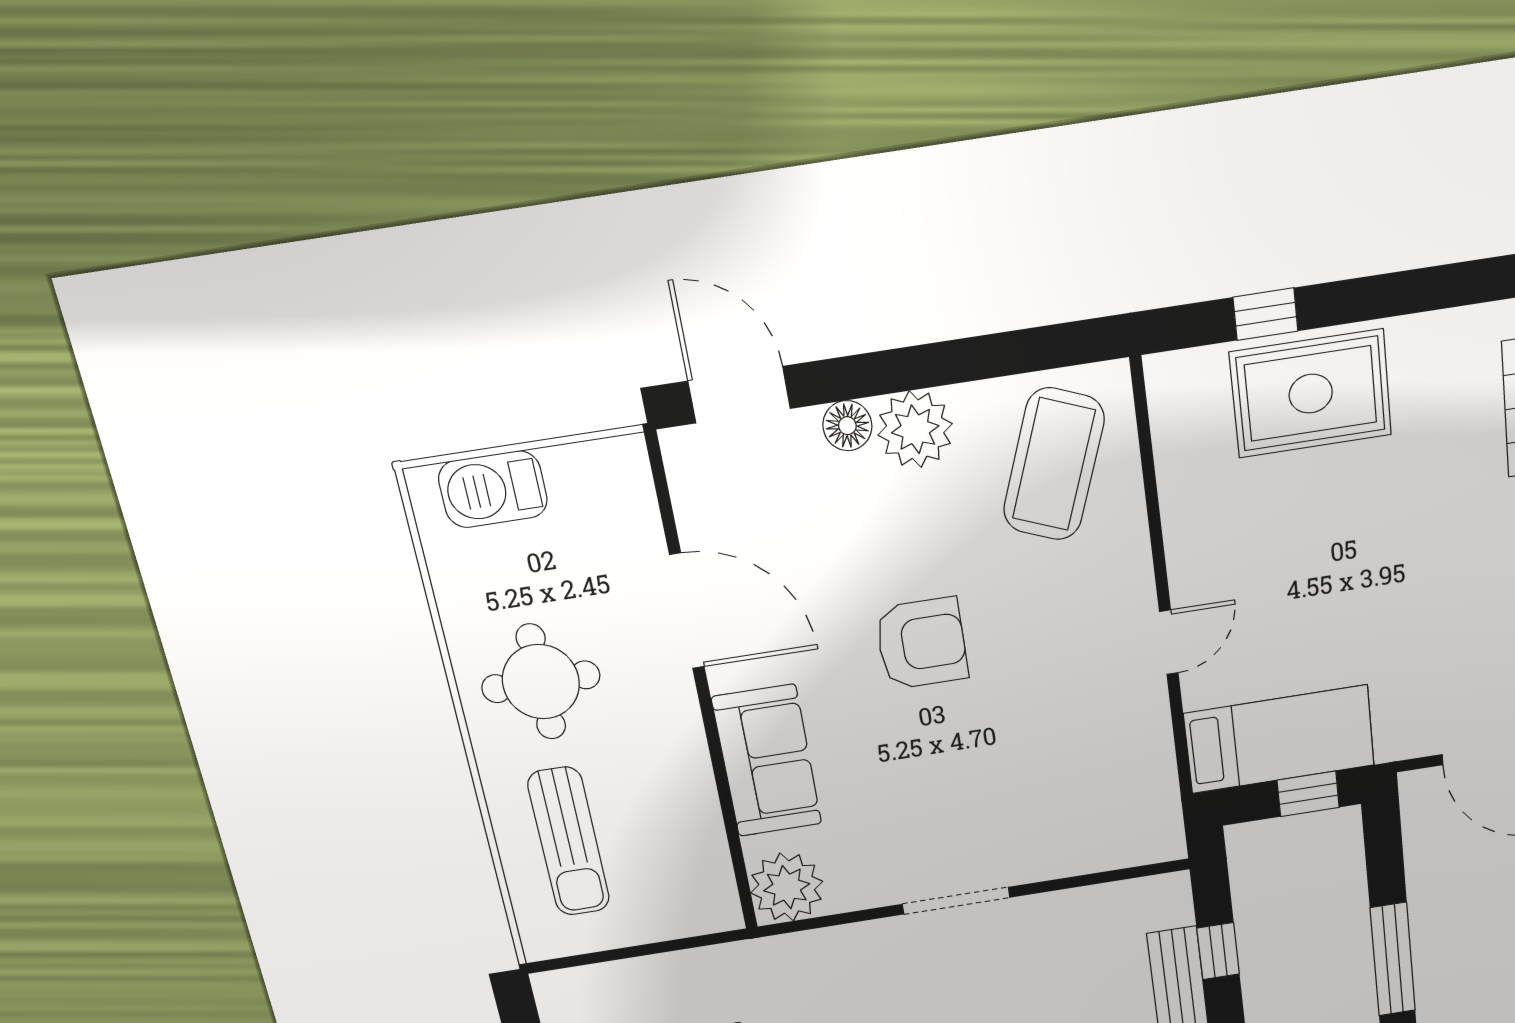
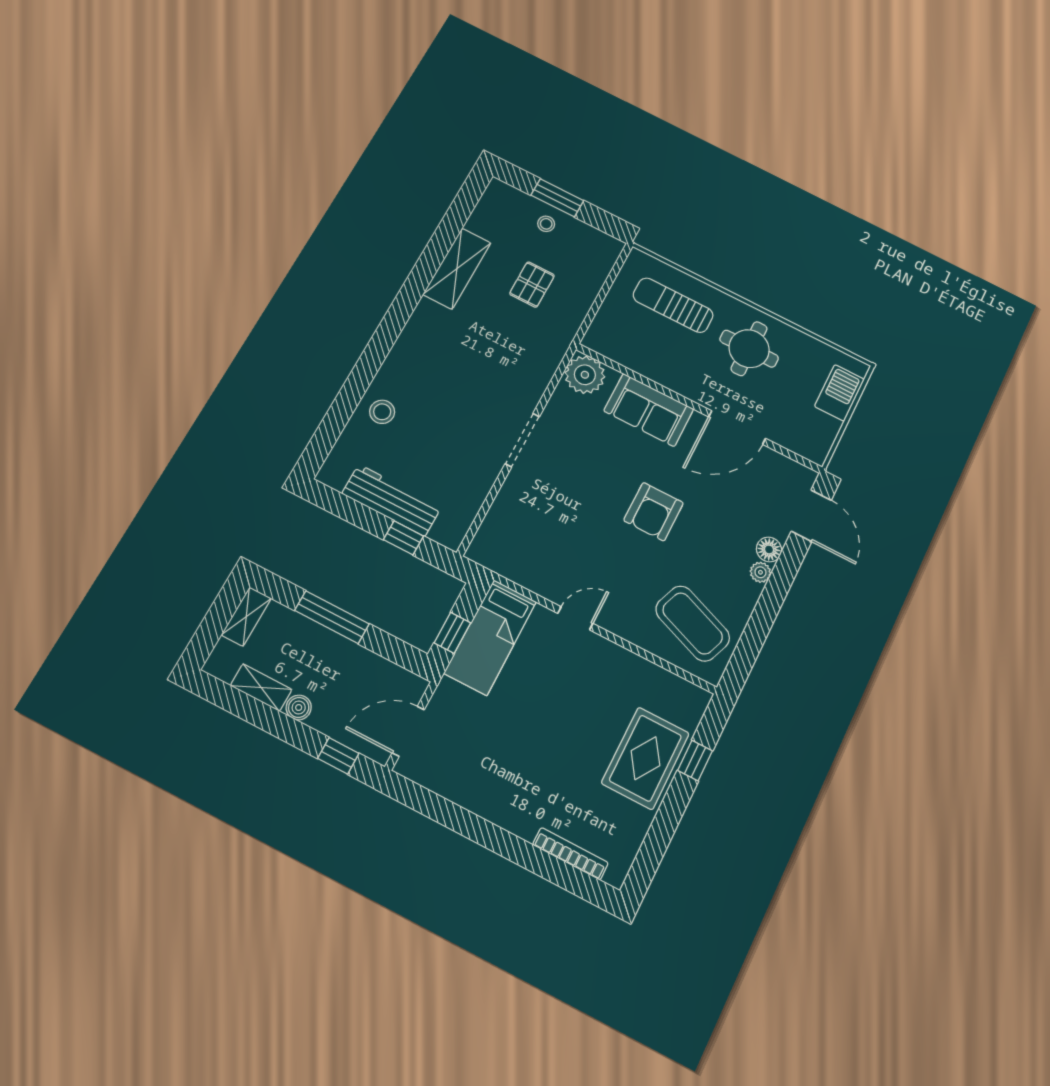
door: (739, 395) -> (811, 516), hinge flipped
plant: (915, 429) -> (760, 572), width x0.53, depth x0.53
door: (1169, 642) -> (575, 618), swing flipped

